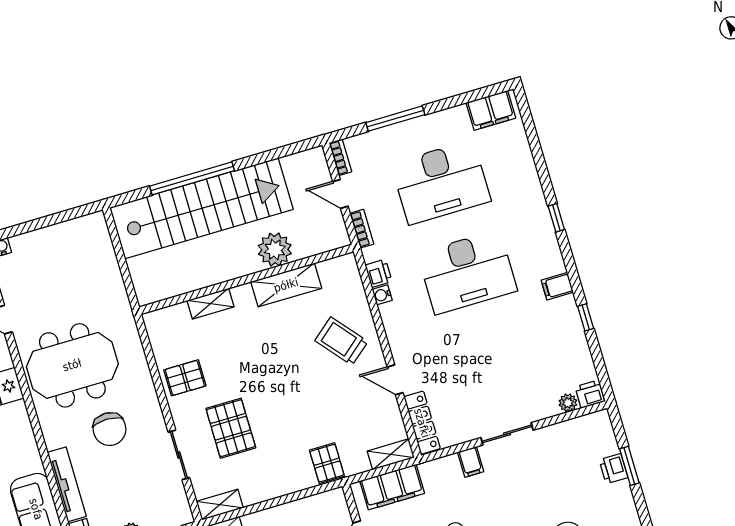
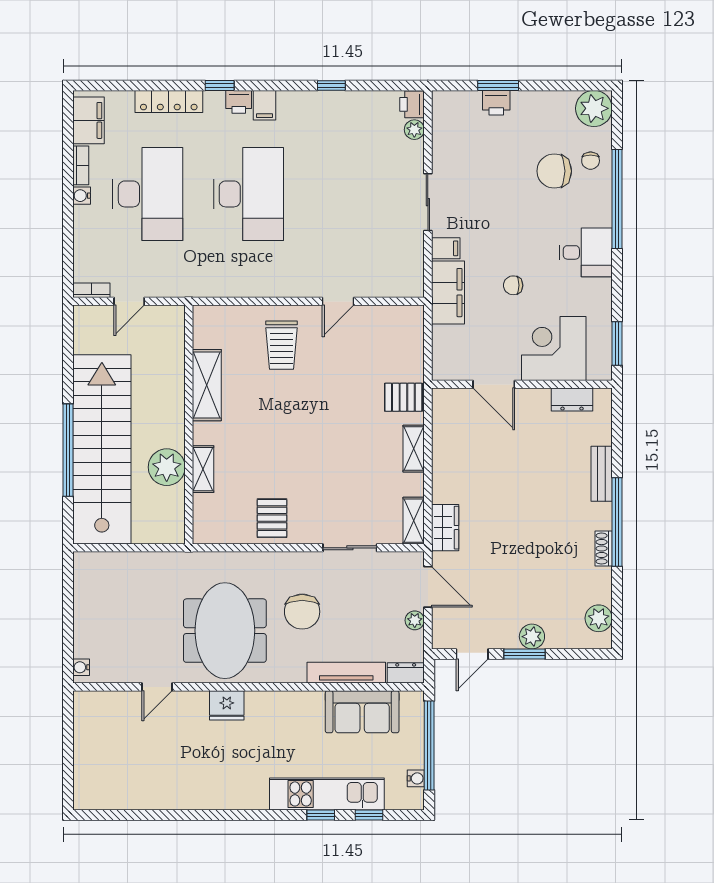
window: (395, 119) -> (68, 222), removed
bookcase: (362, 229) -> (81, 165), moved, turned 90
plant: (275, 250) -> (167, 467), moved
printer: (378, 273) -> (239, 102), moved, turned 180
filing cabinet: (557, 286) -> (265, 105), moved
water cooler: (382, 295) -> (82, 196), moved, turned 90
trolley: (341, 341) -> (282, 345), turned -50
locker: (422, 423) -> (169, 101), moved, turned 180
pallet: (231, 428) -> (338, 486), removed
chair: (110, 429) -> (302, 612), turned 90
shelving: (391, 454) -> (414, 449), moved
filing cabinet: (392, 487) -> (448, 293), moved

